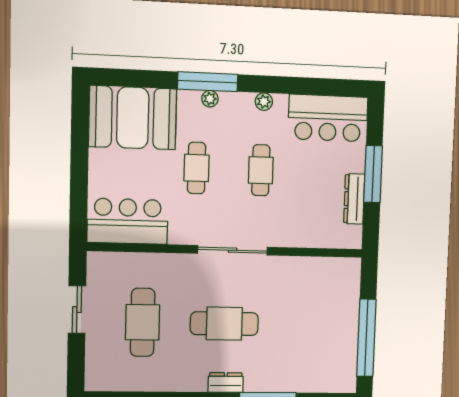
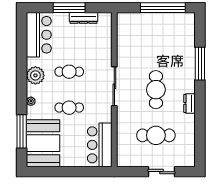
window: (208, 82) -> (22, 131), moved
plant: (264, 102) -> (35, 75), width x1.87, depth x1.87
sliding door: (77, 310) -> (161, 172), moved
dresser: (226, 382) -> (190, 103), moved

